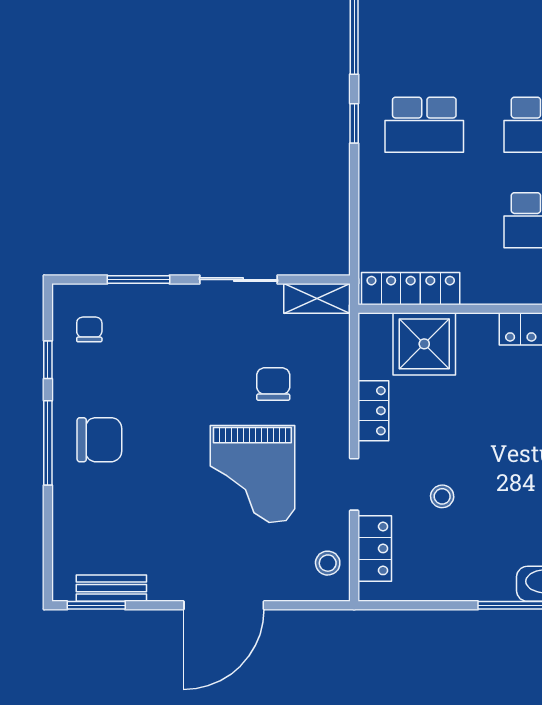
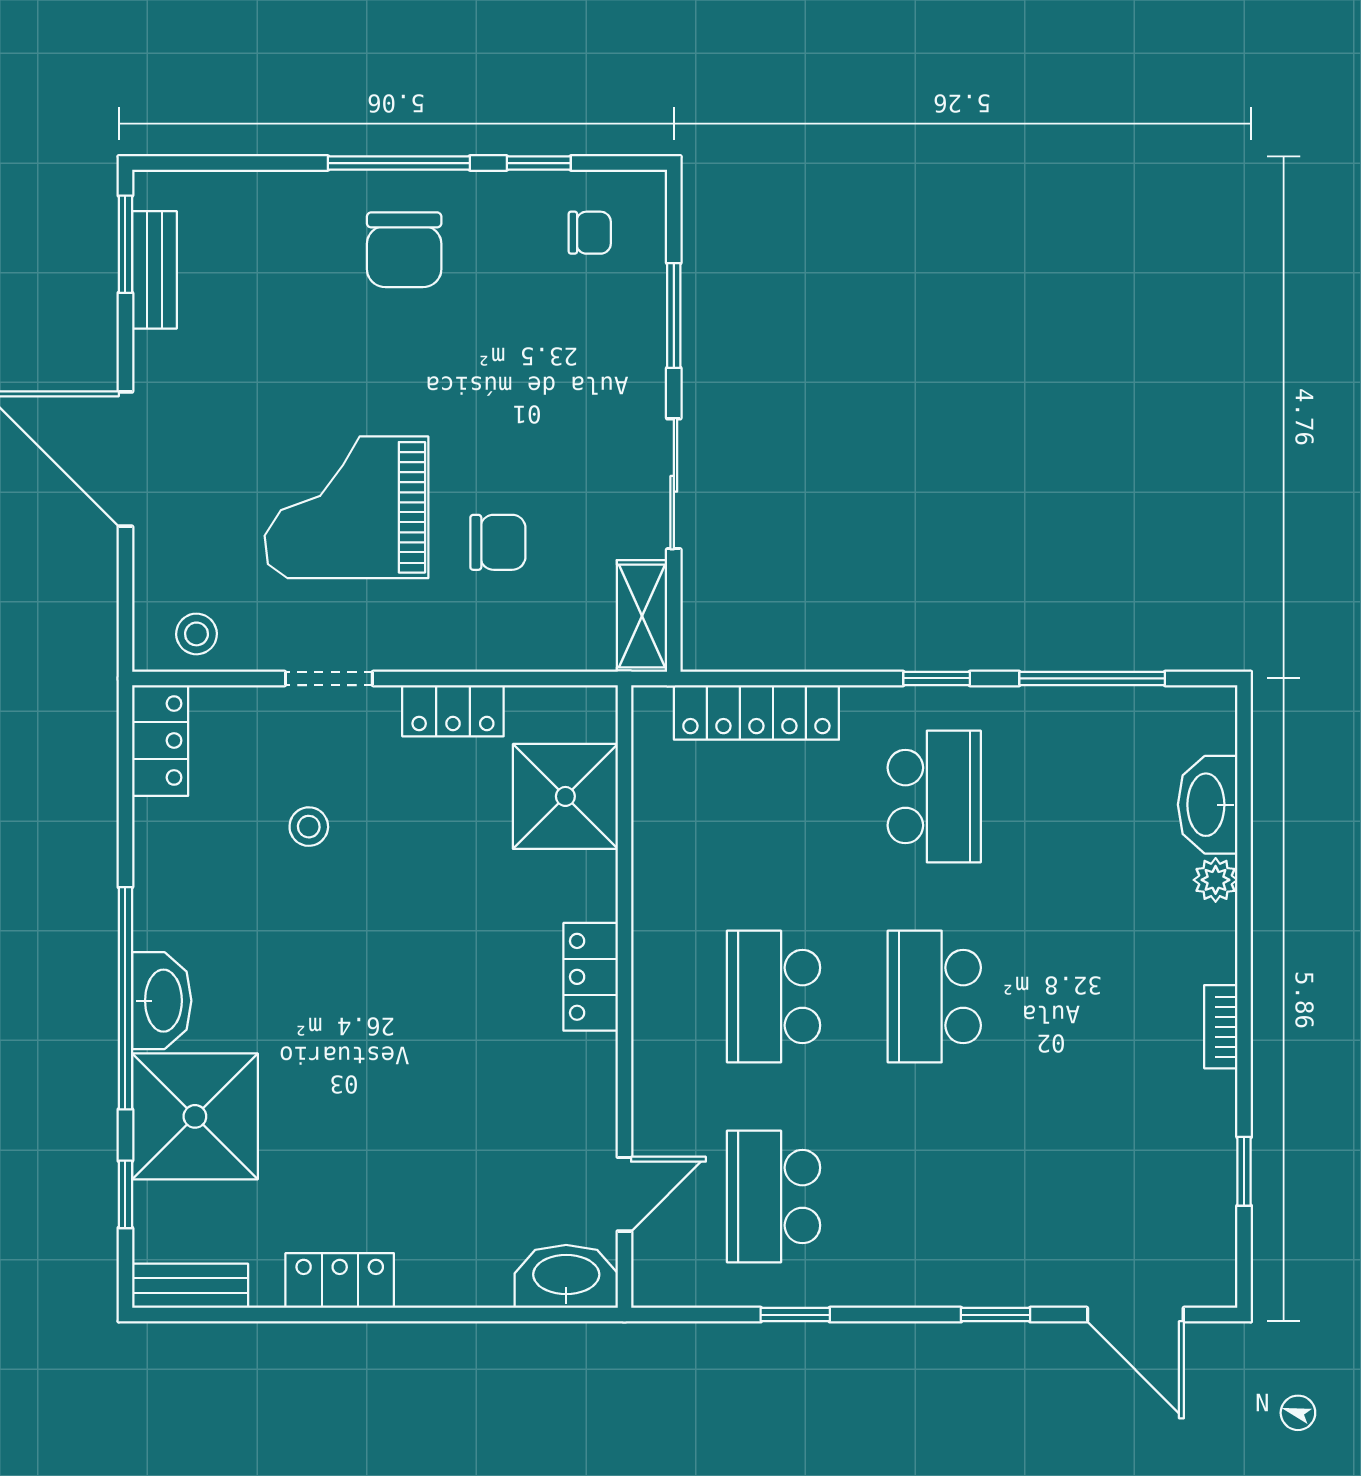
school desk: (424, 125) -> (934, 797), turned 180
locker: (411, 289) -> (756, 712), moved, turned 90
locker: (375, 548) -> (160, 740), moved, turned -90

